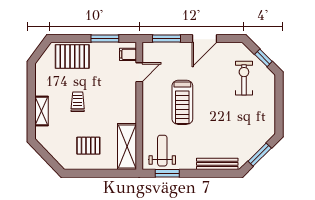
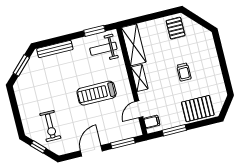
treadmill: (182, 102) -> (97, 93), turned -90
shelving: (42, 111) -> (140, 78), moved
pallet: (88, 146) -> (176, 28), moved, turned 90
weight bench: (162, 151) -> (103, 49), turned 90

